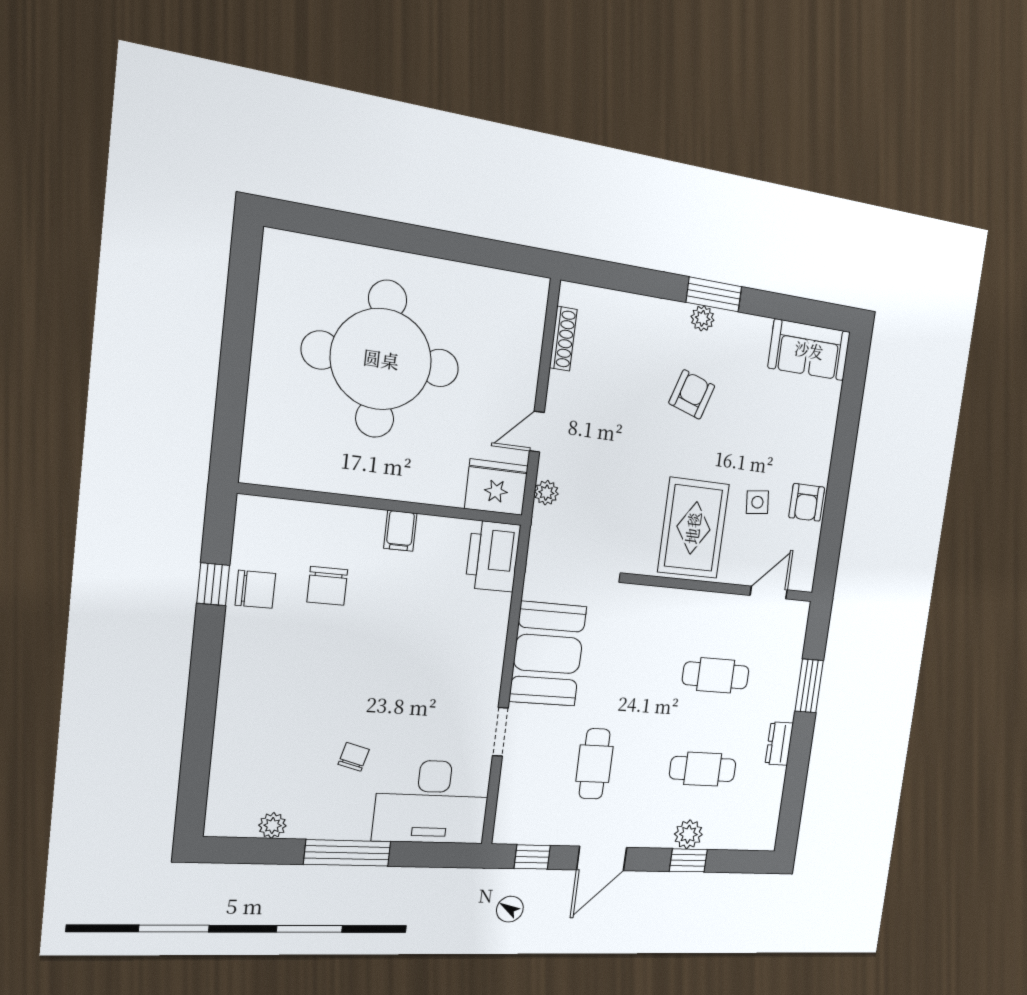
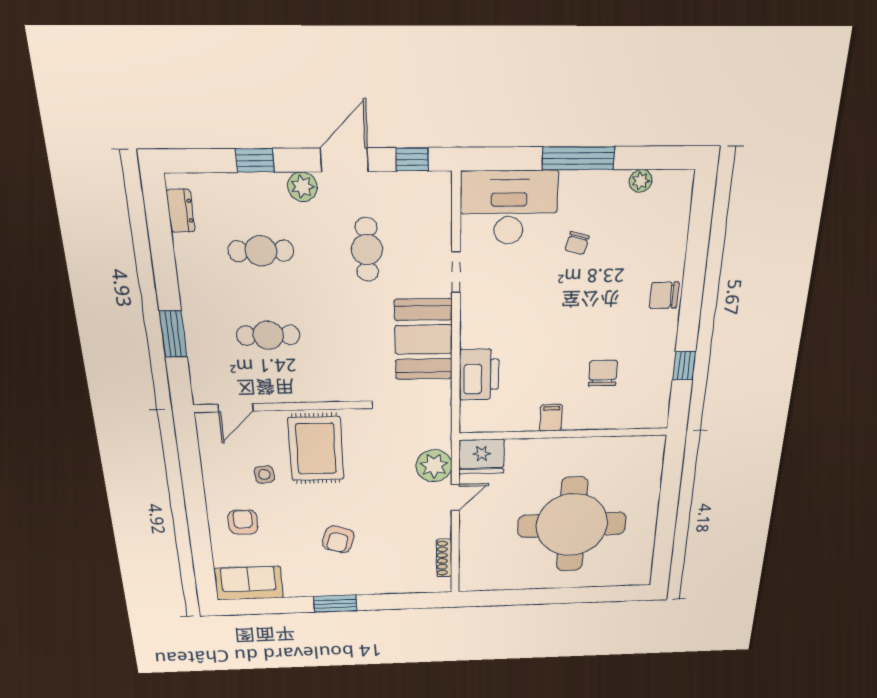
plant: (703, 318) -> (341, 588), removed
plant: (546, 493) -> (434, 466), width x1.88, depth x1.88
armchair: (807, 502) -> (243, 522), moved
printer: (493, 556) -> (479, 374), moved
chair: (255, 589) -> (664, 295), moved
dresser: (779, 744) -> (180, 211), moved
plant: (688, 834) -> (302, 187), moved

